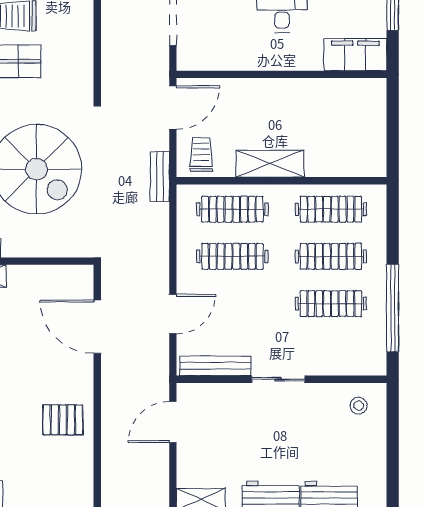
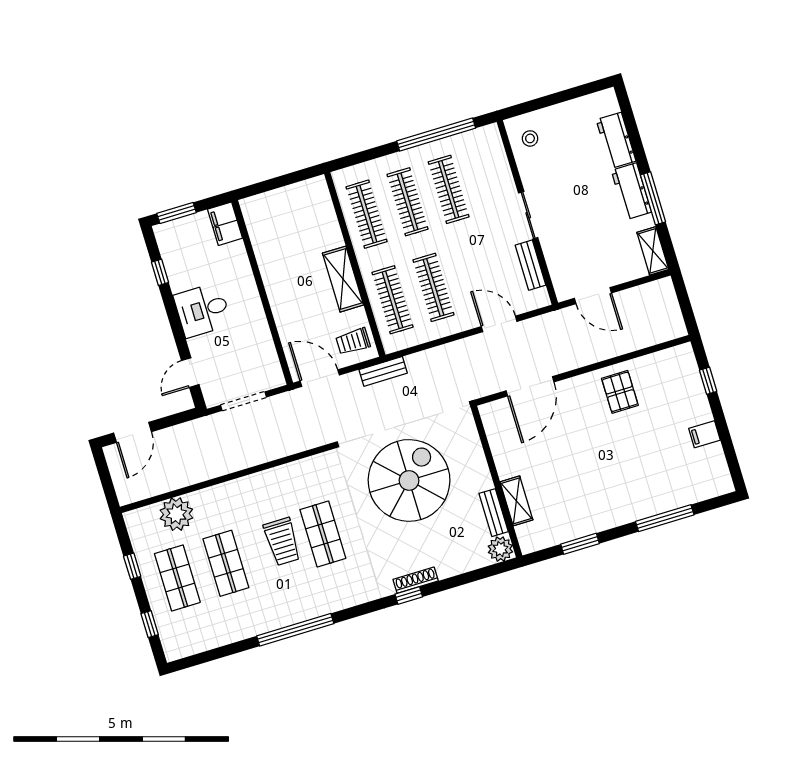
filing cabinet: (355, 55) -> (225, 224), width x0.67, depth x0.86
bench: (215, 366) -> (530, 265), width x0.73

